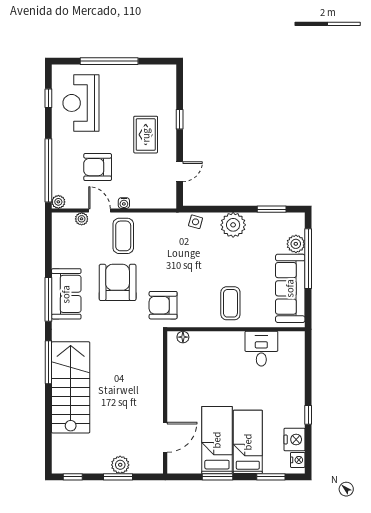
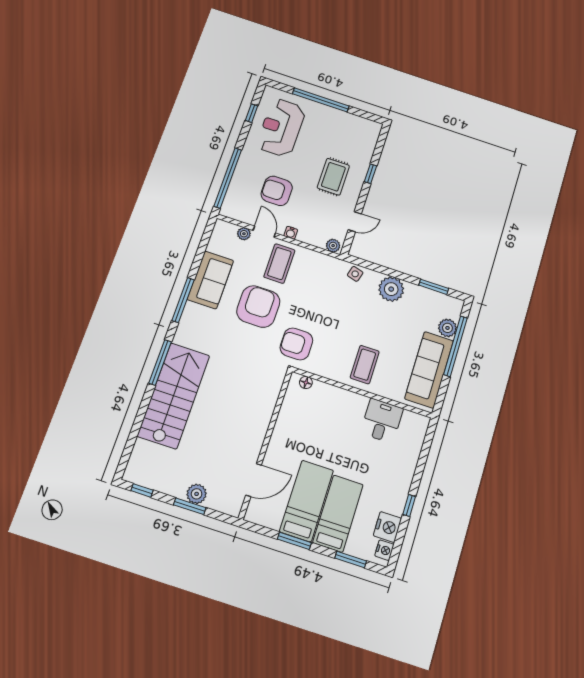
plant: (58, 202) -> (333, 246), moved
sofa: (66, 294) -> (210, 280), moved

